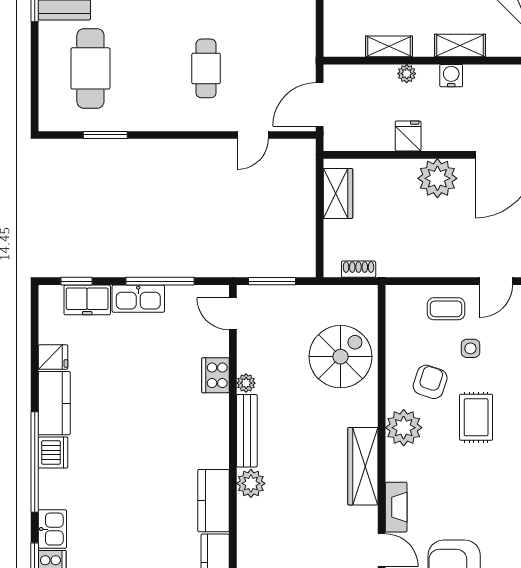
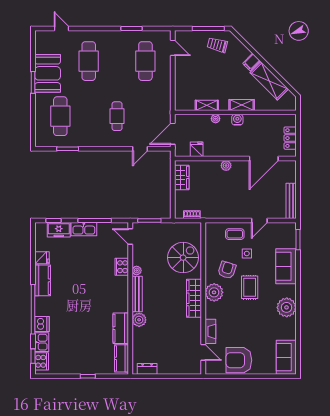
fridge: (408, 136) -> (197, 149), moved
plant: (437, 178) -> (226, 166), width x0.53, depth x0.53
dishwasher: (53, 452) -> (42, 324), moved
wardrobe: (363, 466) -> (194, 298), moved

